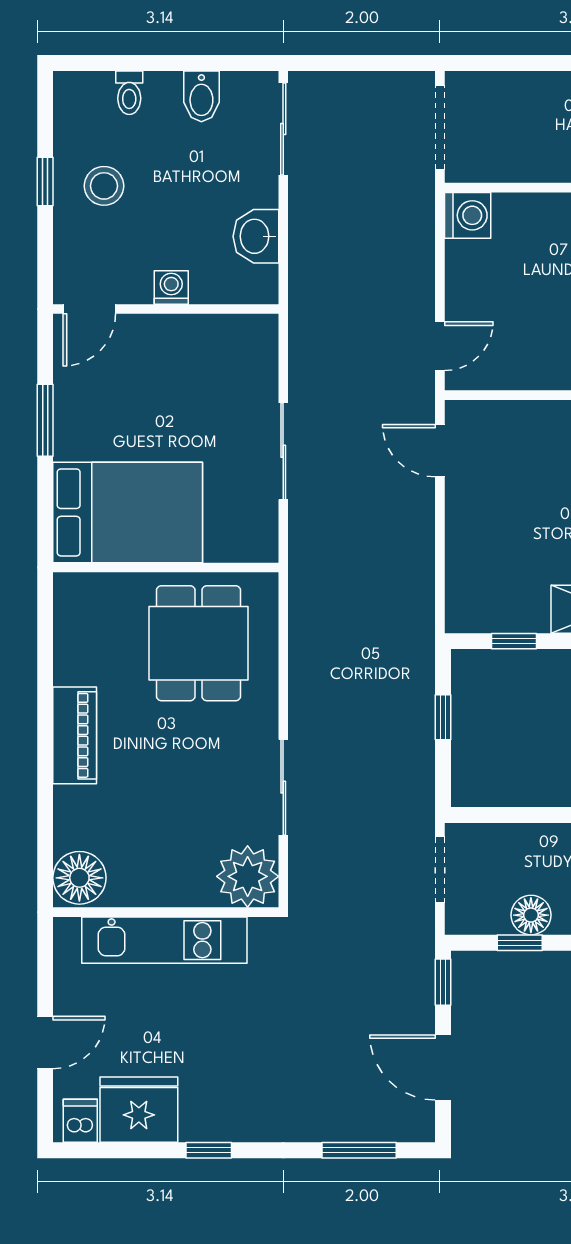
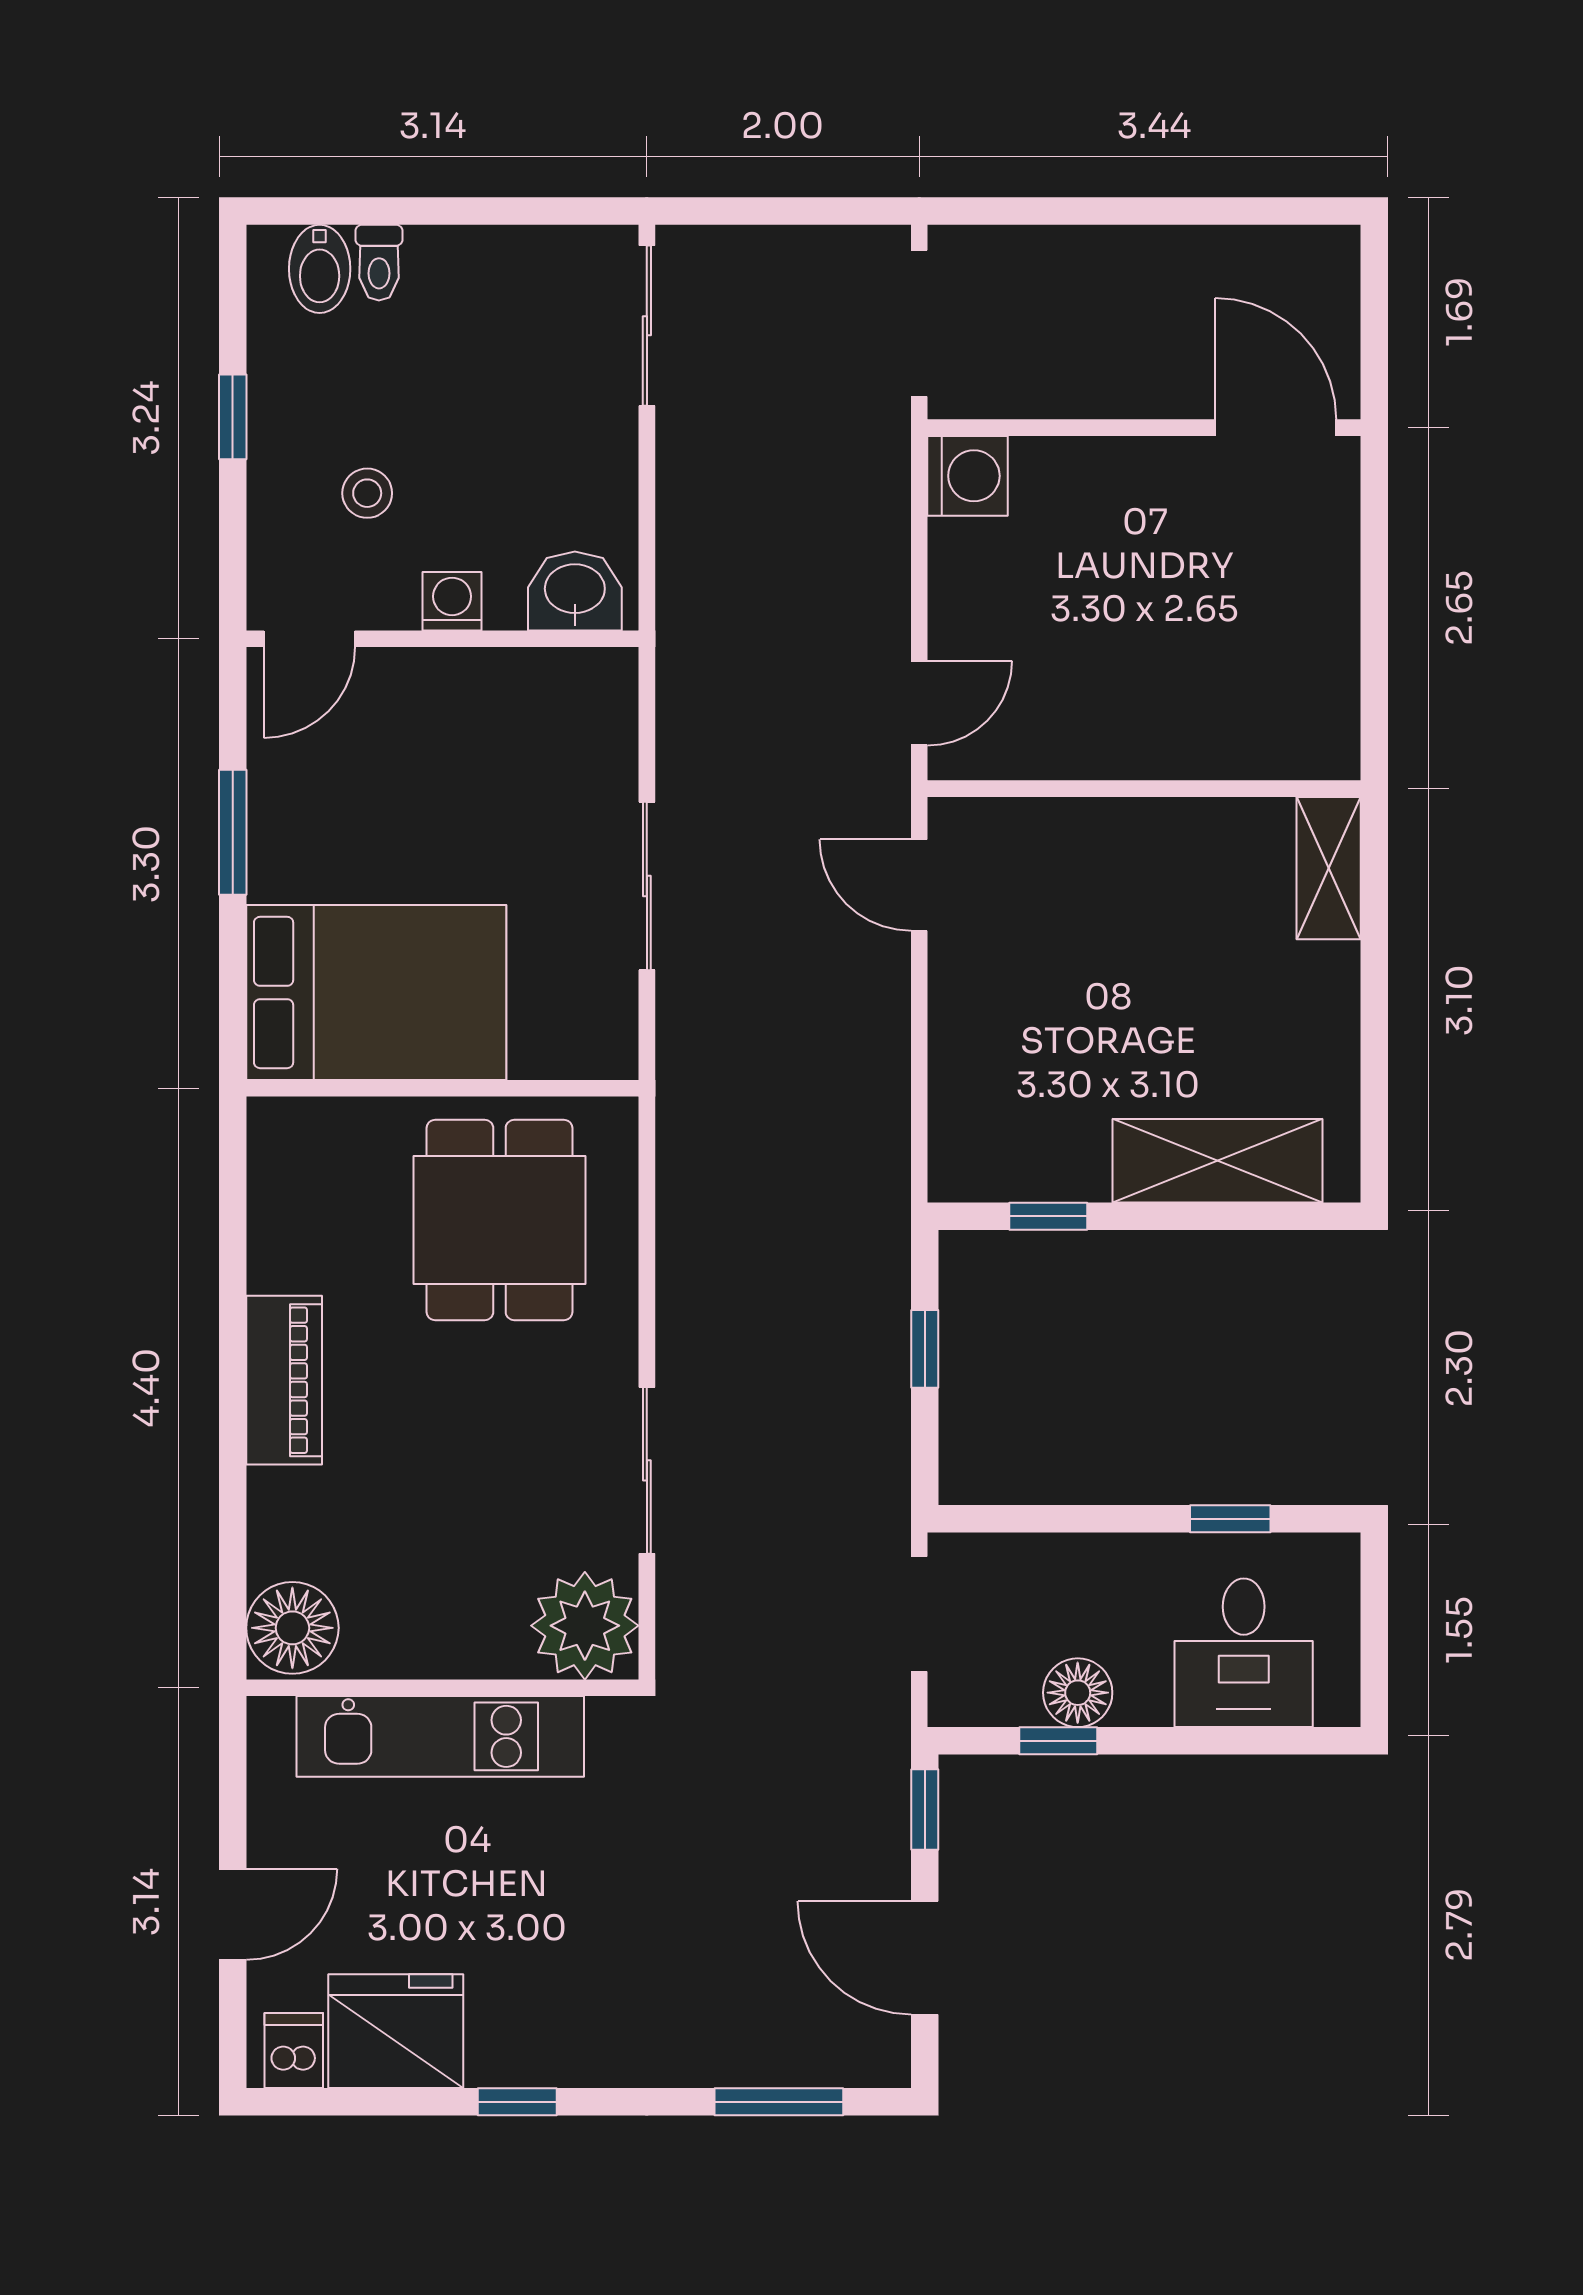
bidet: (201, 96) -> (320, 269), moved
stool: (104, 186) -> (367, 493), moved, width x0.73, depth x0.73
washbasin: (256, 236) -> (575, 591), moved, turned 90

